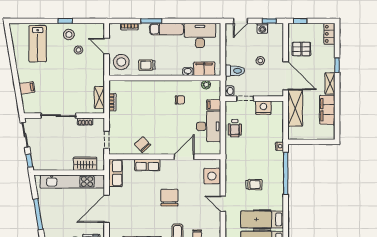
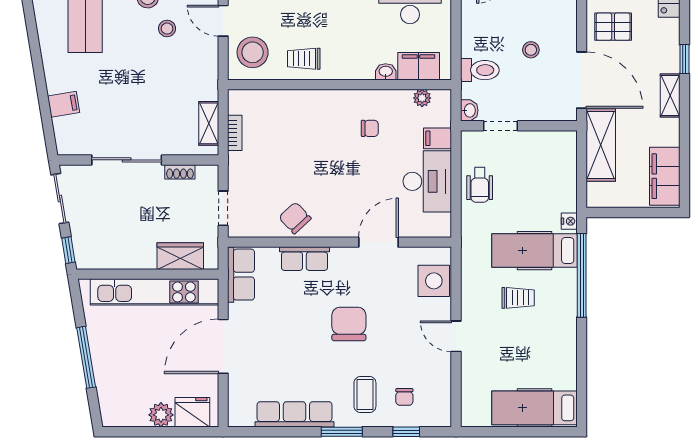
nightstand: (263, 108) -> (537, 144), removed
filing cabinet: (327, 110) -> (665, 176), moved
hospital bed: (262, 219) -> (534, 251), moved

